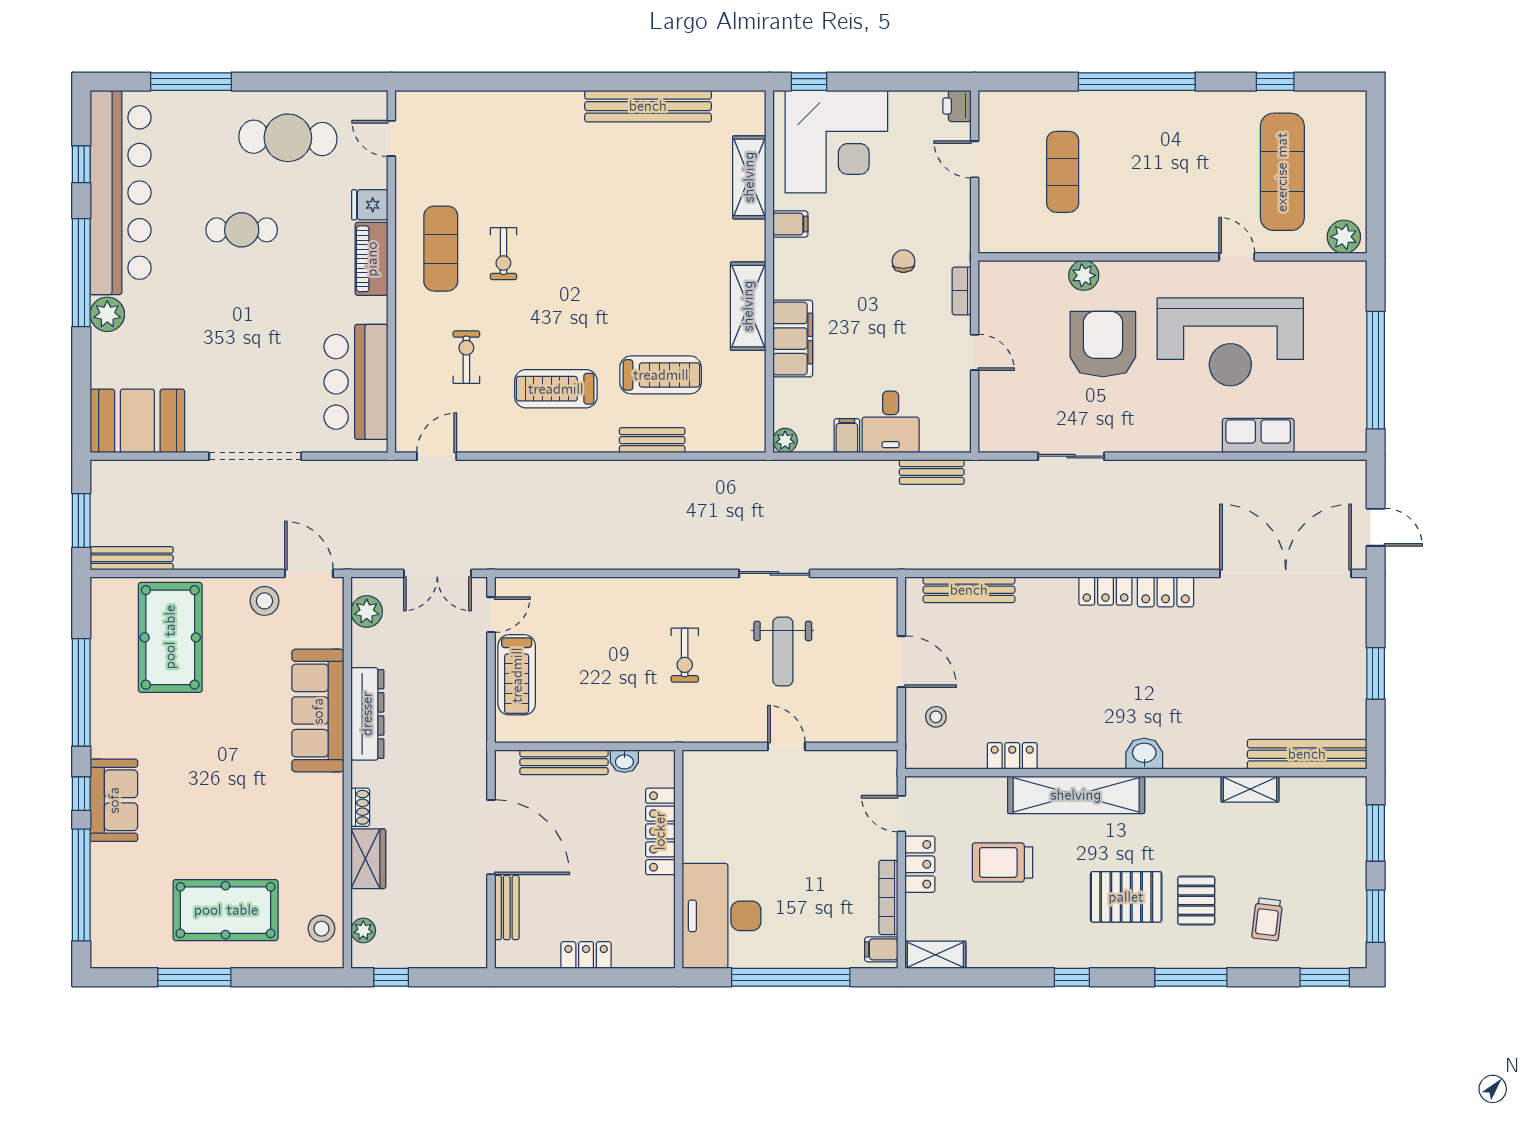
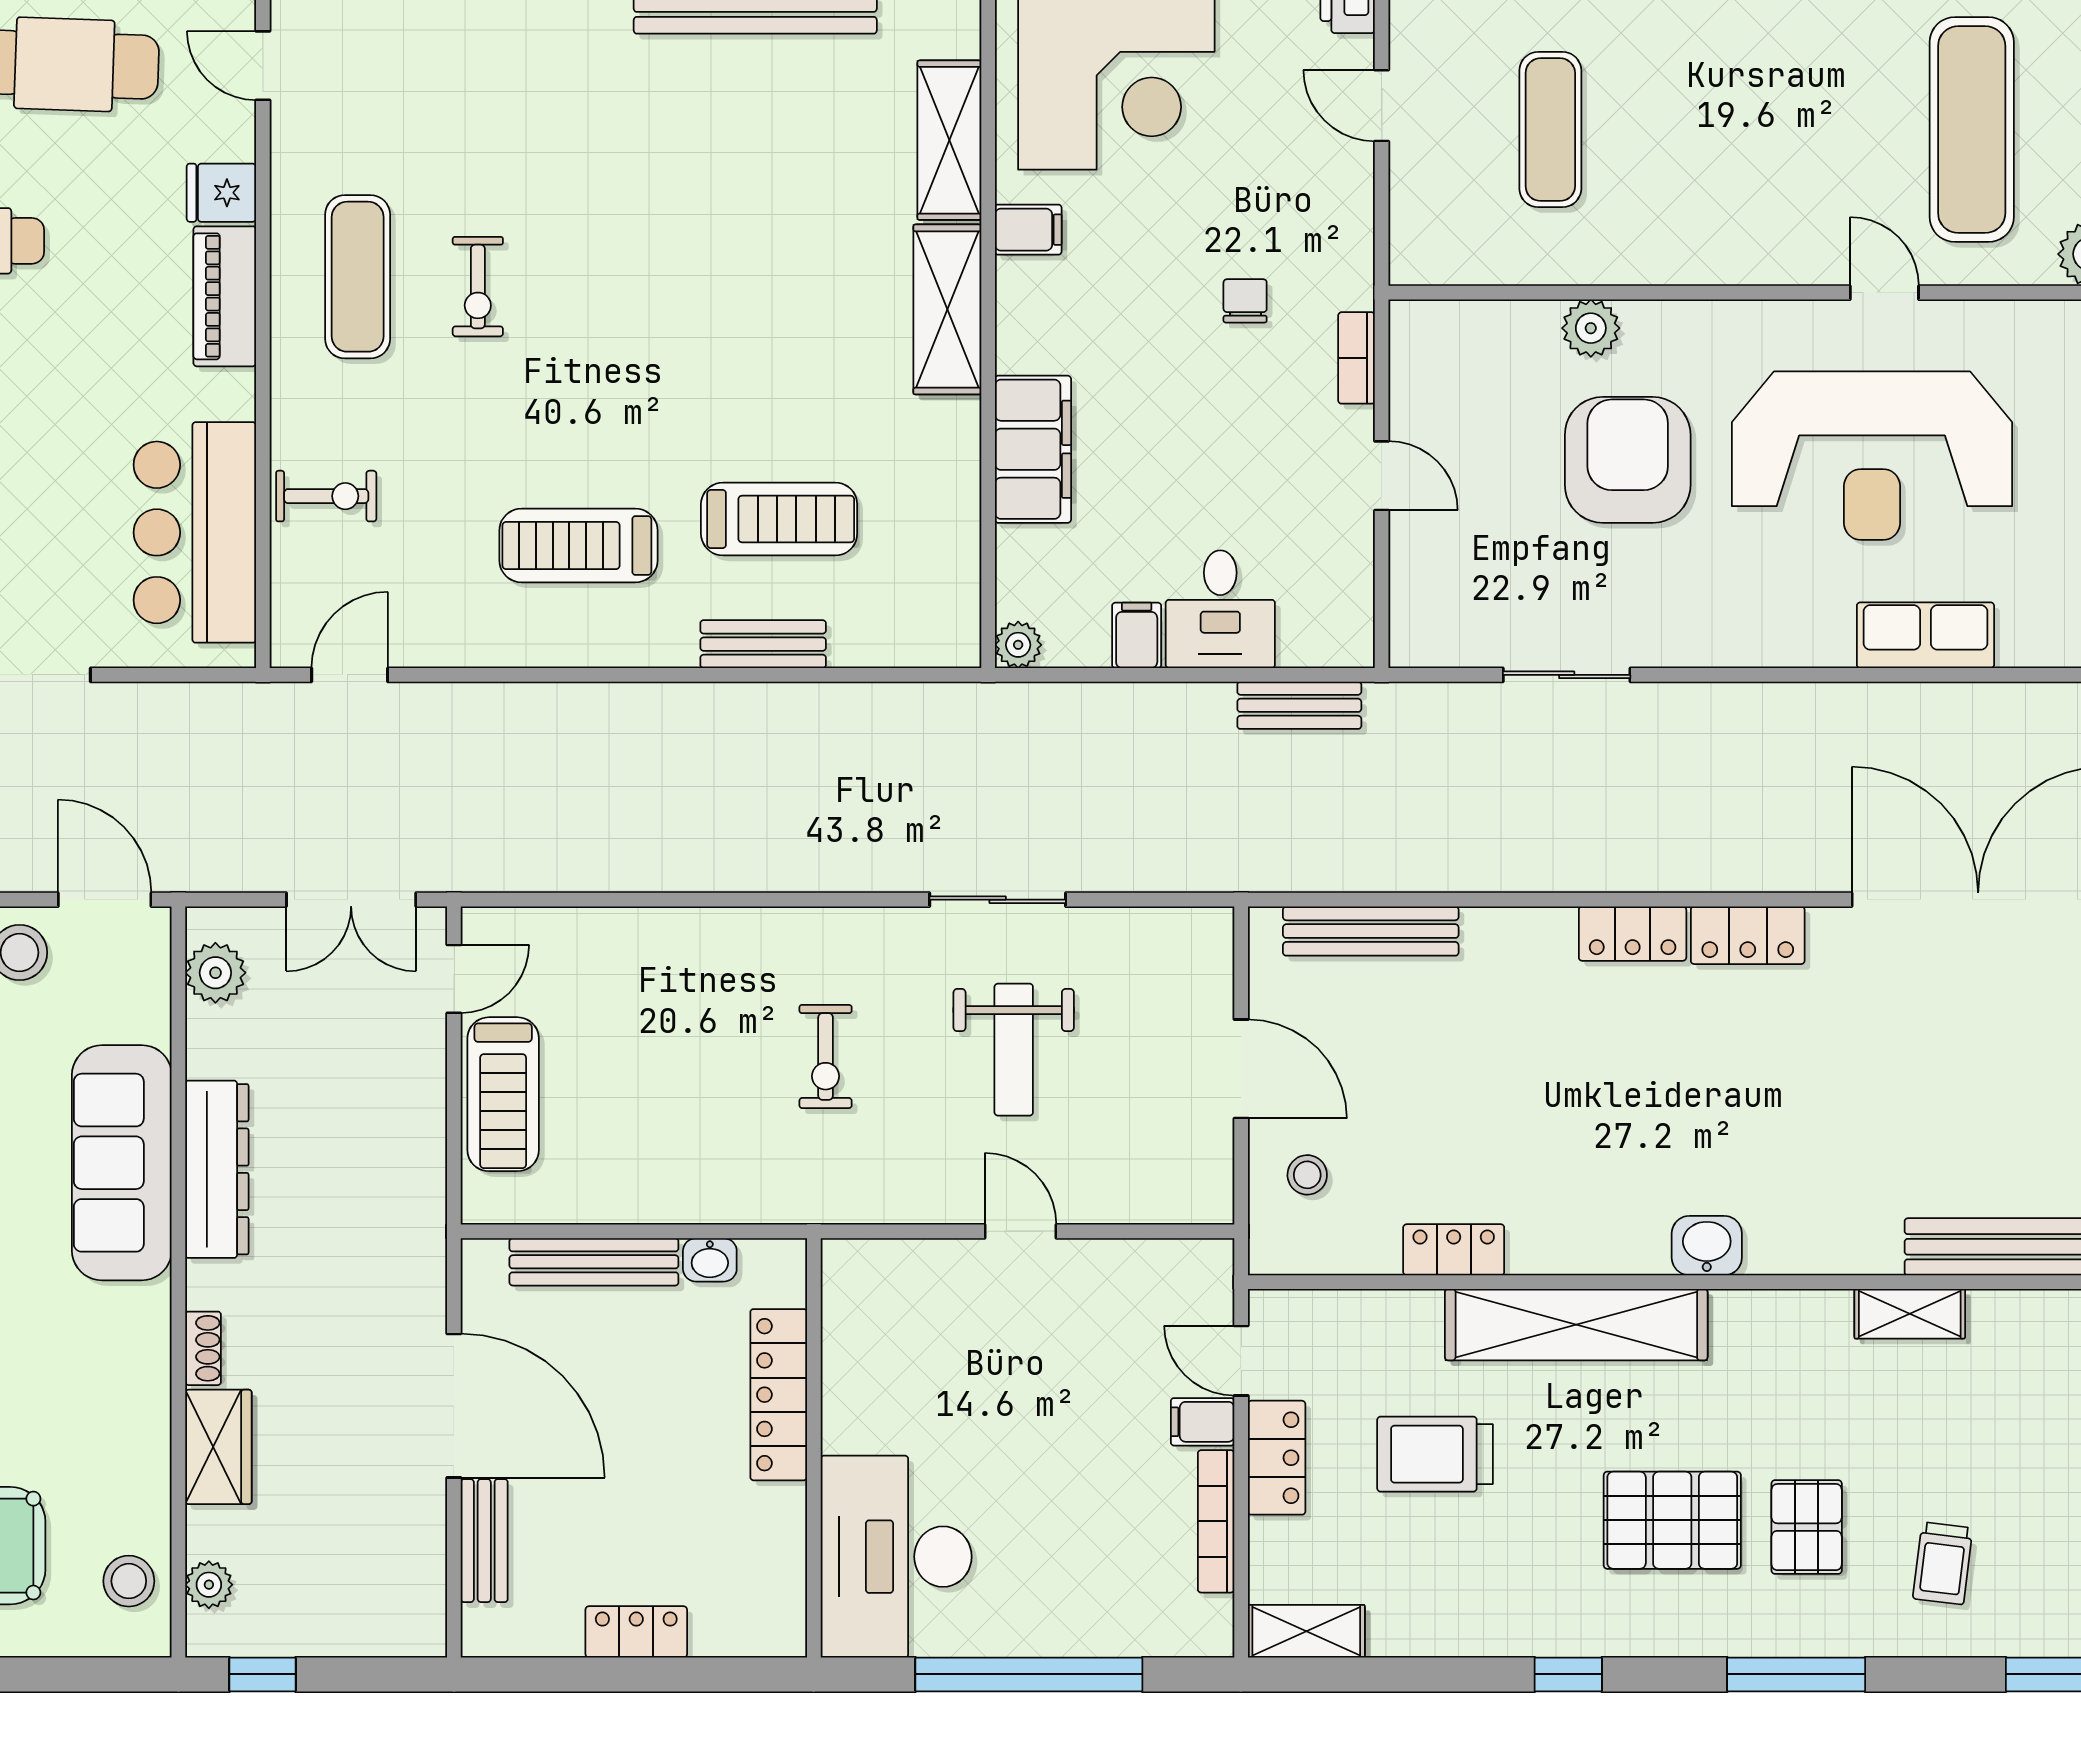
shelving: (748, 306) -> (947, 309), moved
exercise bike: (466, 357) -> (326, 496), moved, turned 90
filing cabinet: (881, 949) -> (1203, 1422), moved

